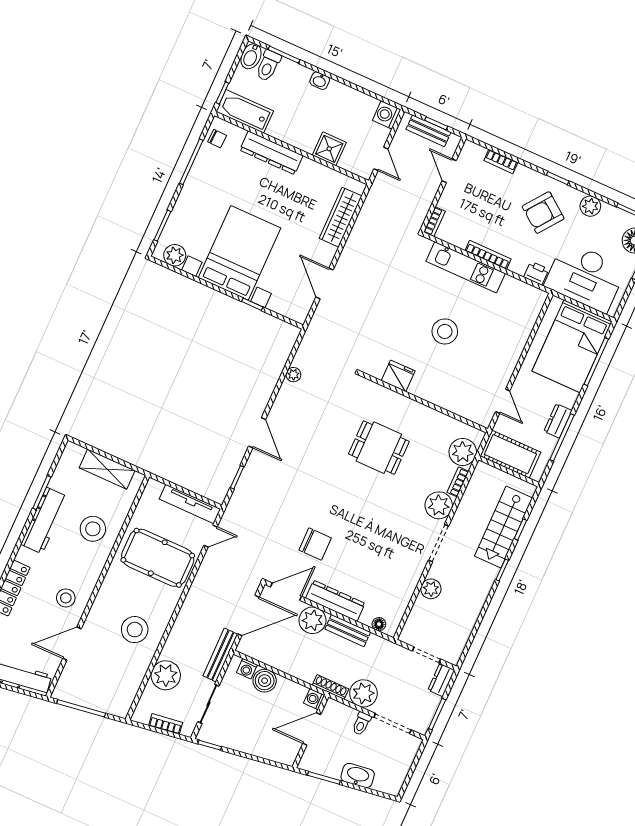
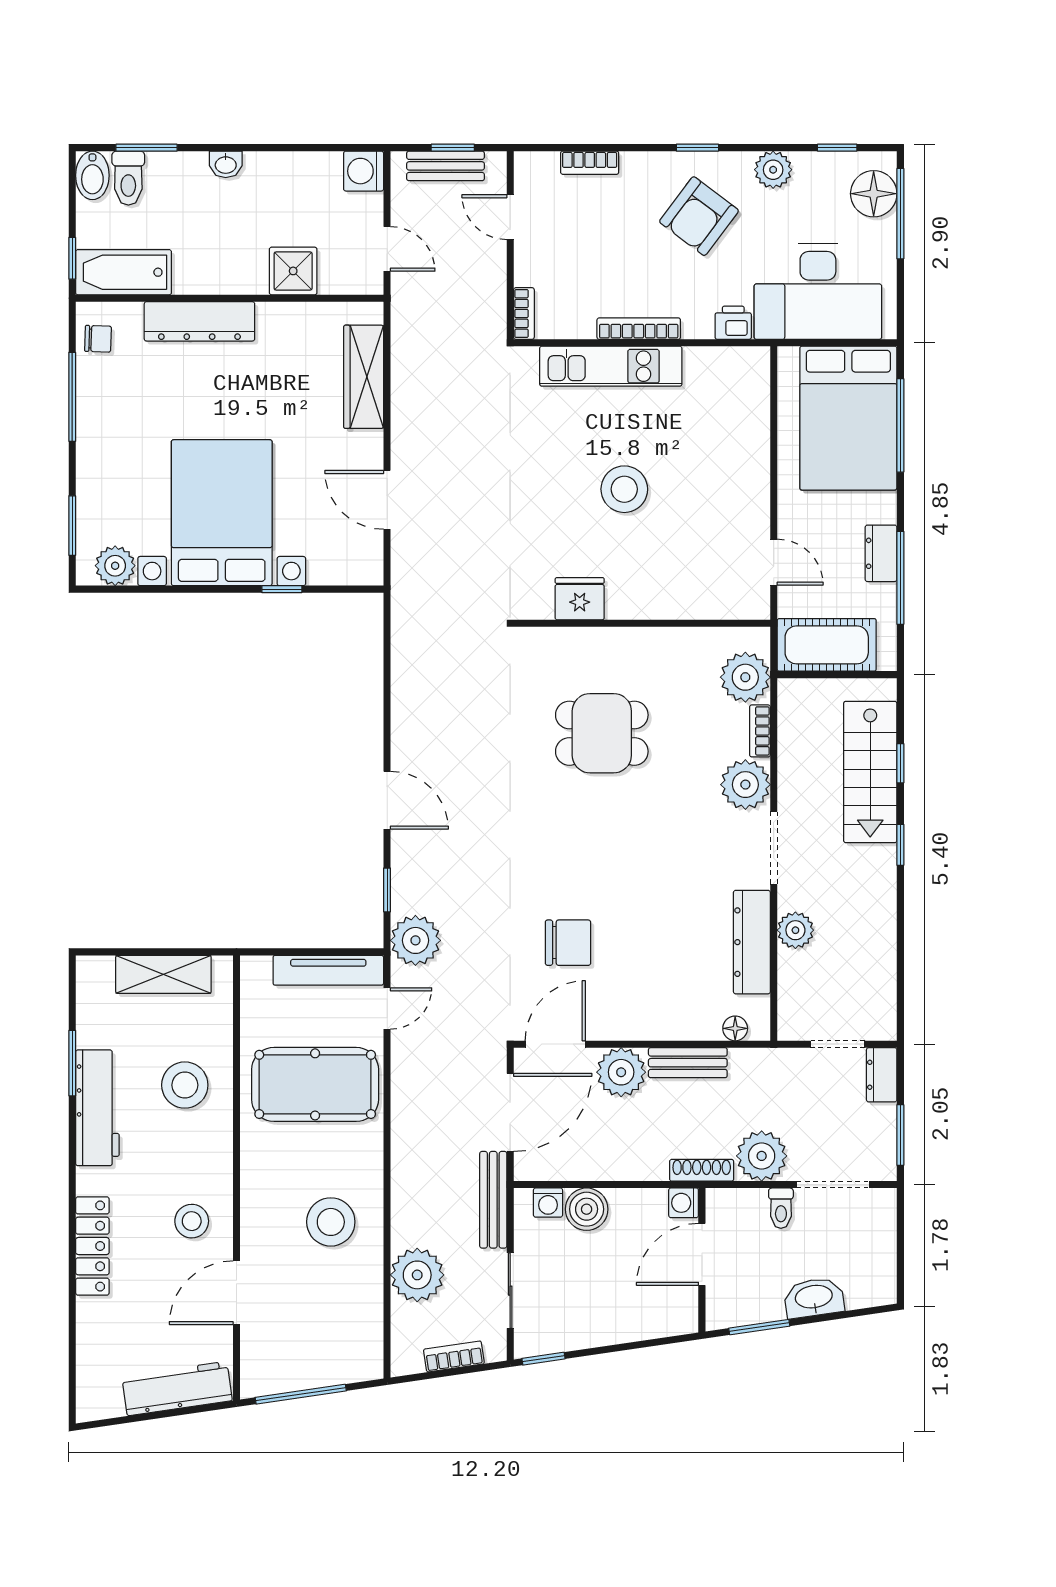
plant: (293, 375) -> (415, 940), moved, width x1.88, depth x1.88
dresser: (335, 601) -> (752, 942), moved, turned -90

